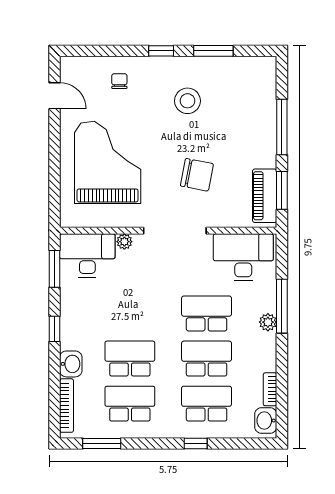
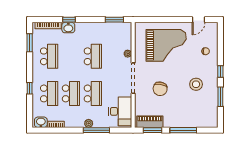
desk: (87, 255) -> (121, 36), removed
window: (55, 329) -> (69, 20), moved
school desk: (130, 359) -> (93, 56), moved

